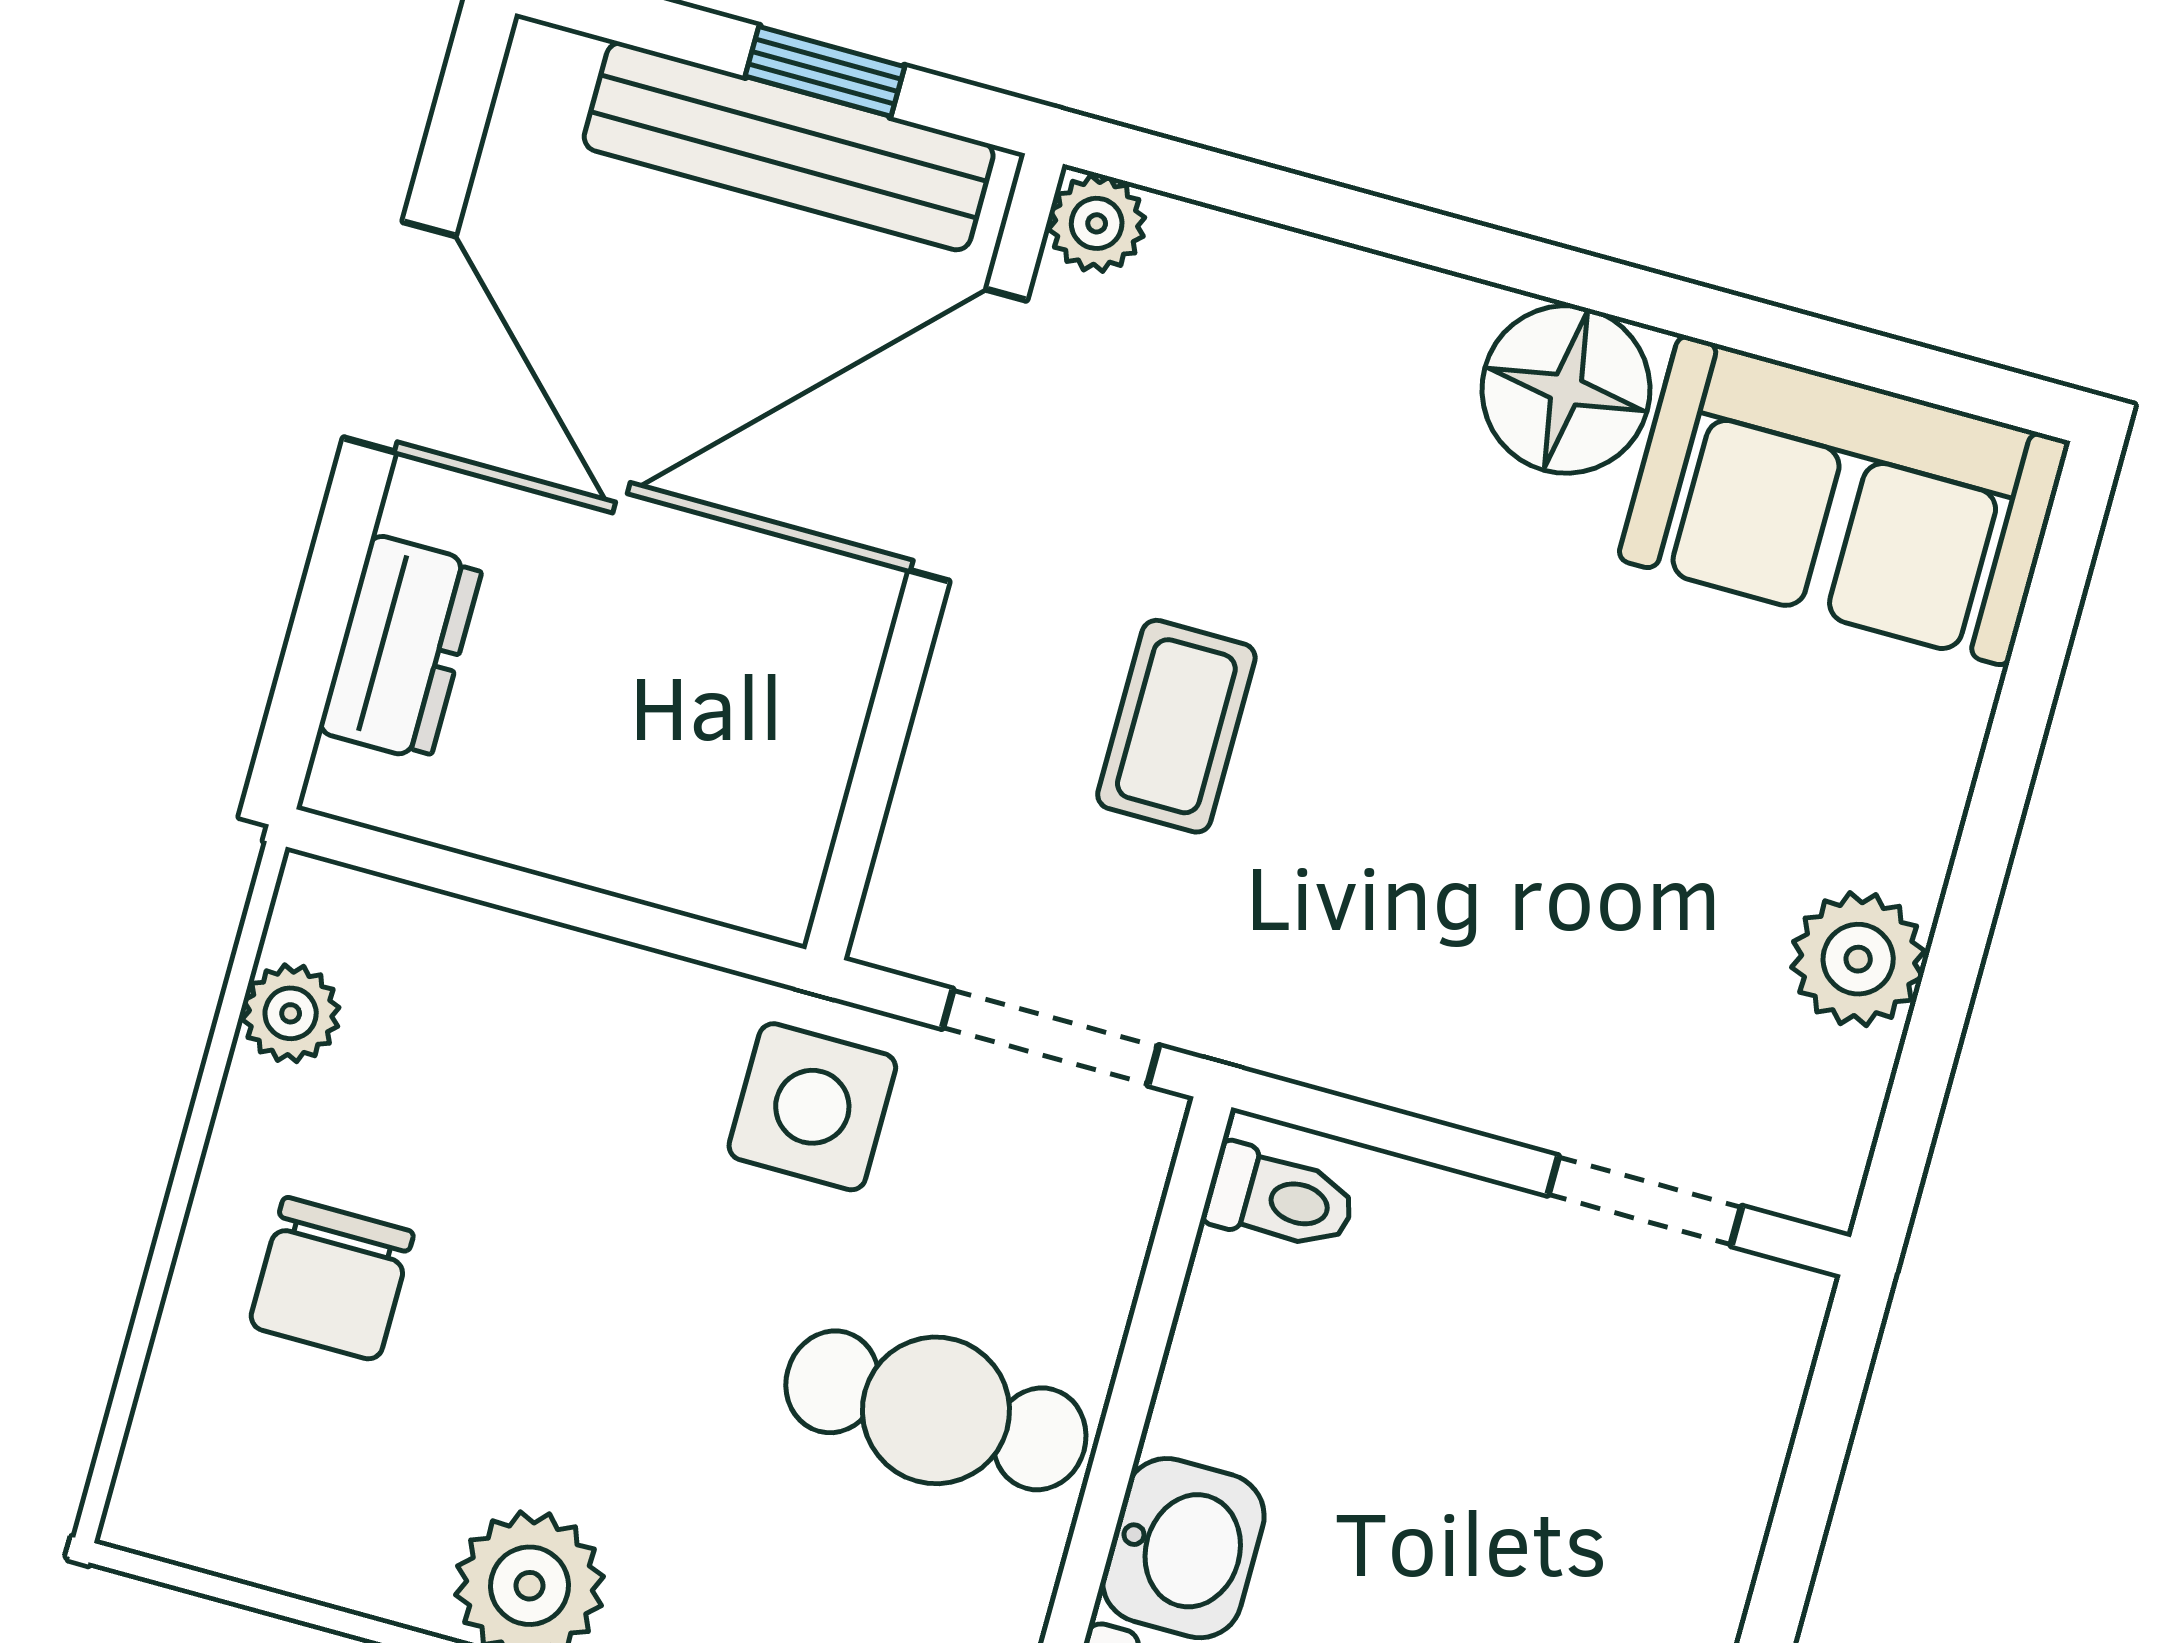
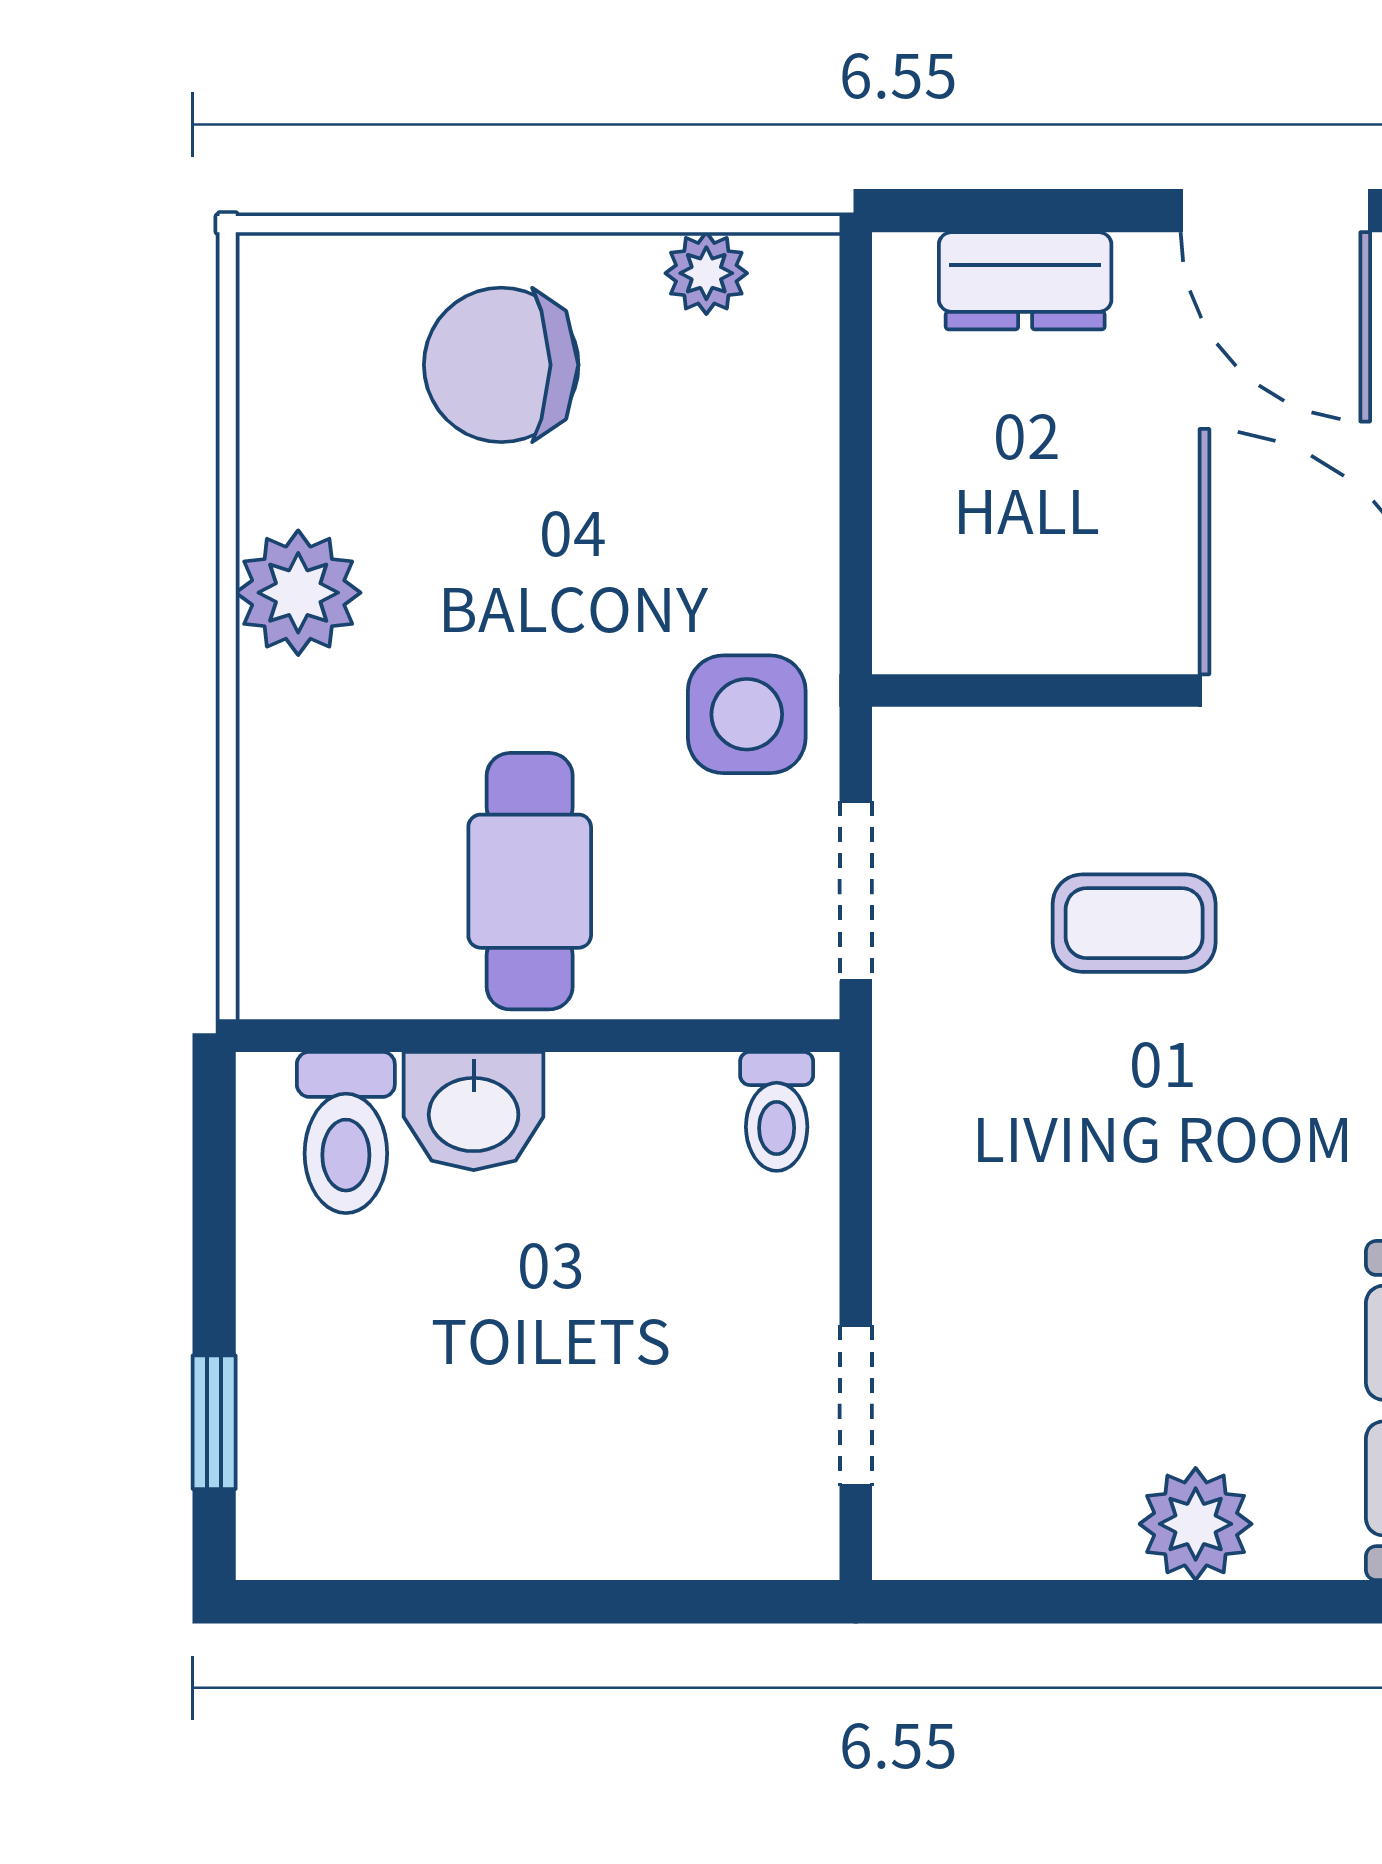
door: (399, 337) -> (1275, 211), hinge flipped
plant: (1858, 959) -> (1196, 1524), moved
chair: (331, 1279) -> (501, 365), width x1.37, depth x1.37

